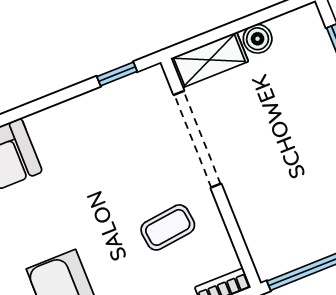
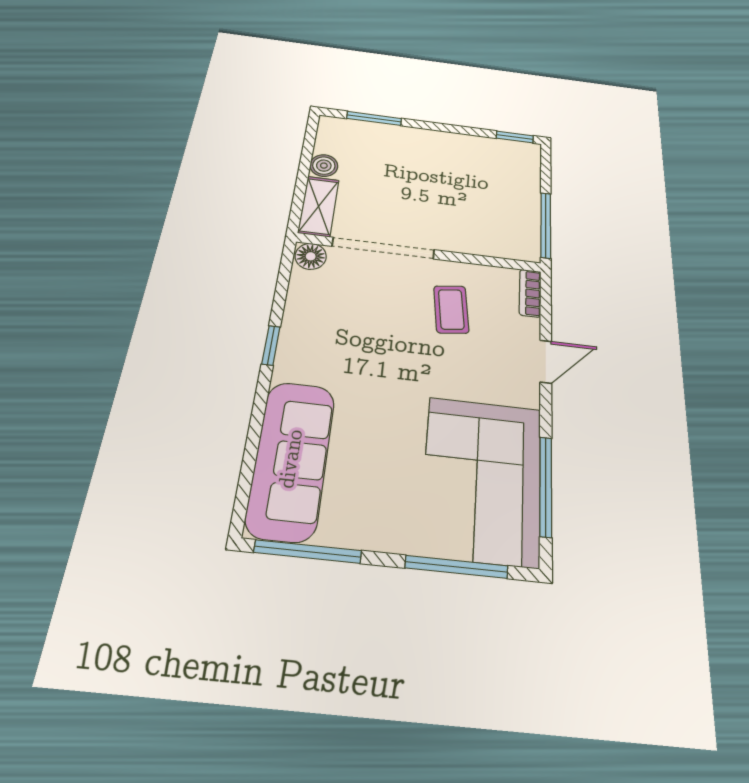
window: (117, 74) -> (271, 345), moved
floor lamp: (154, 83) -> (311, 256), added

